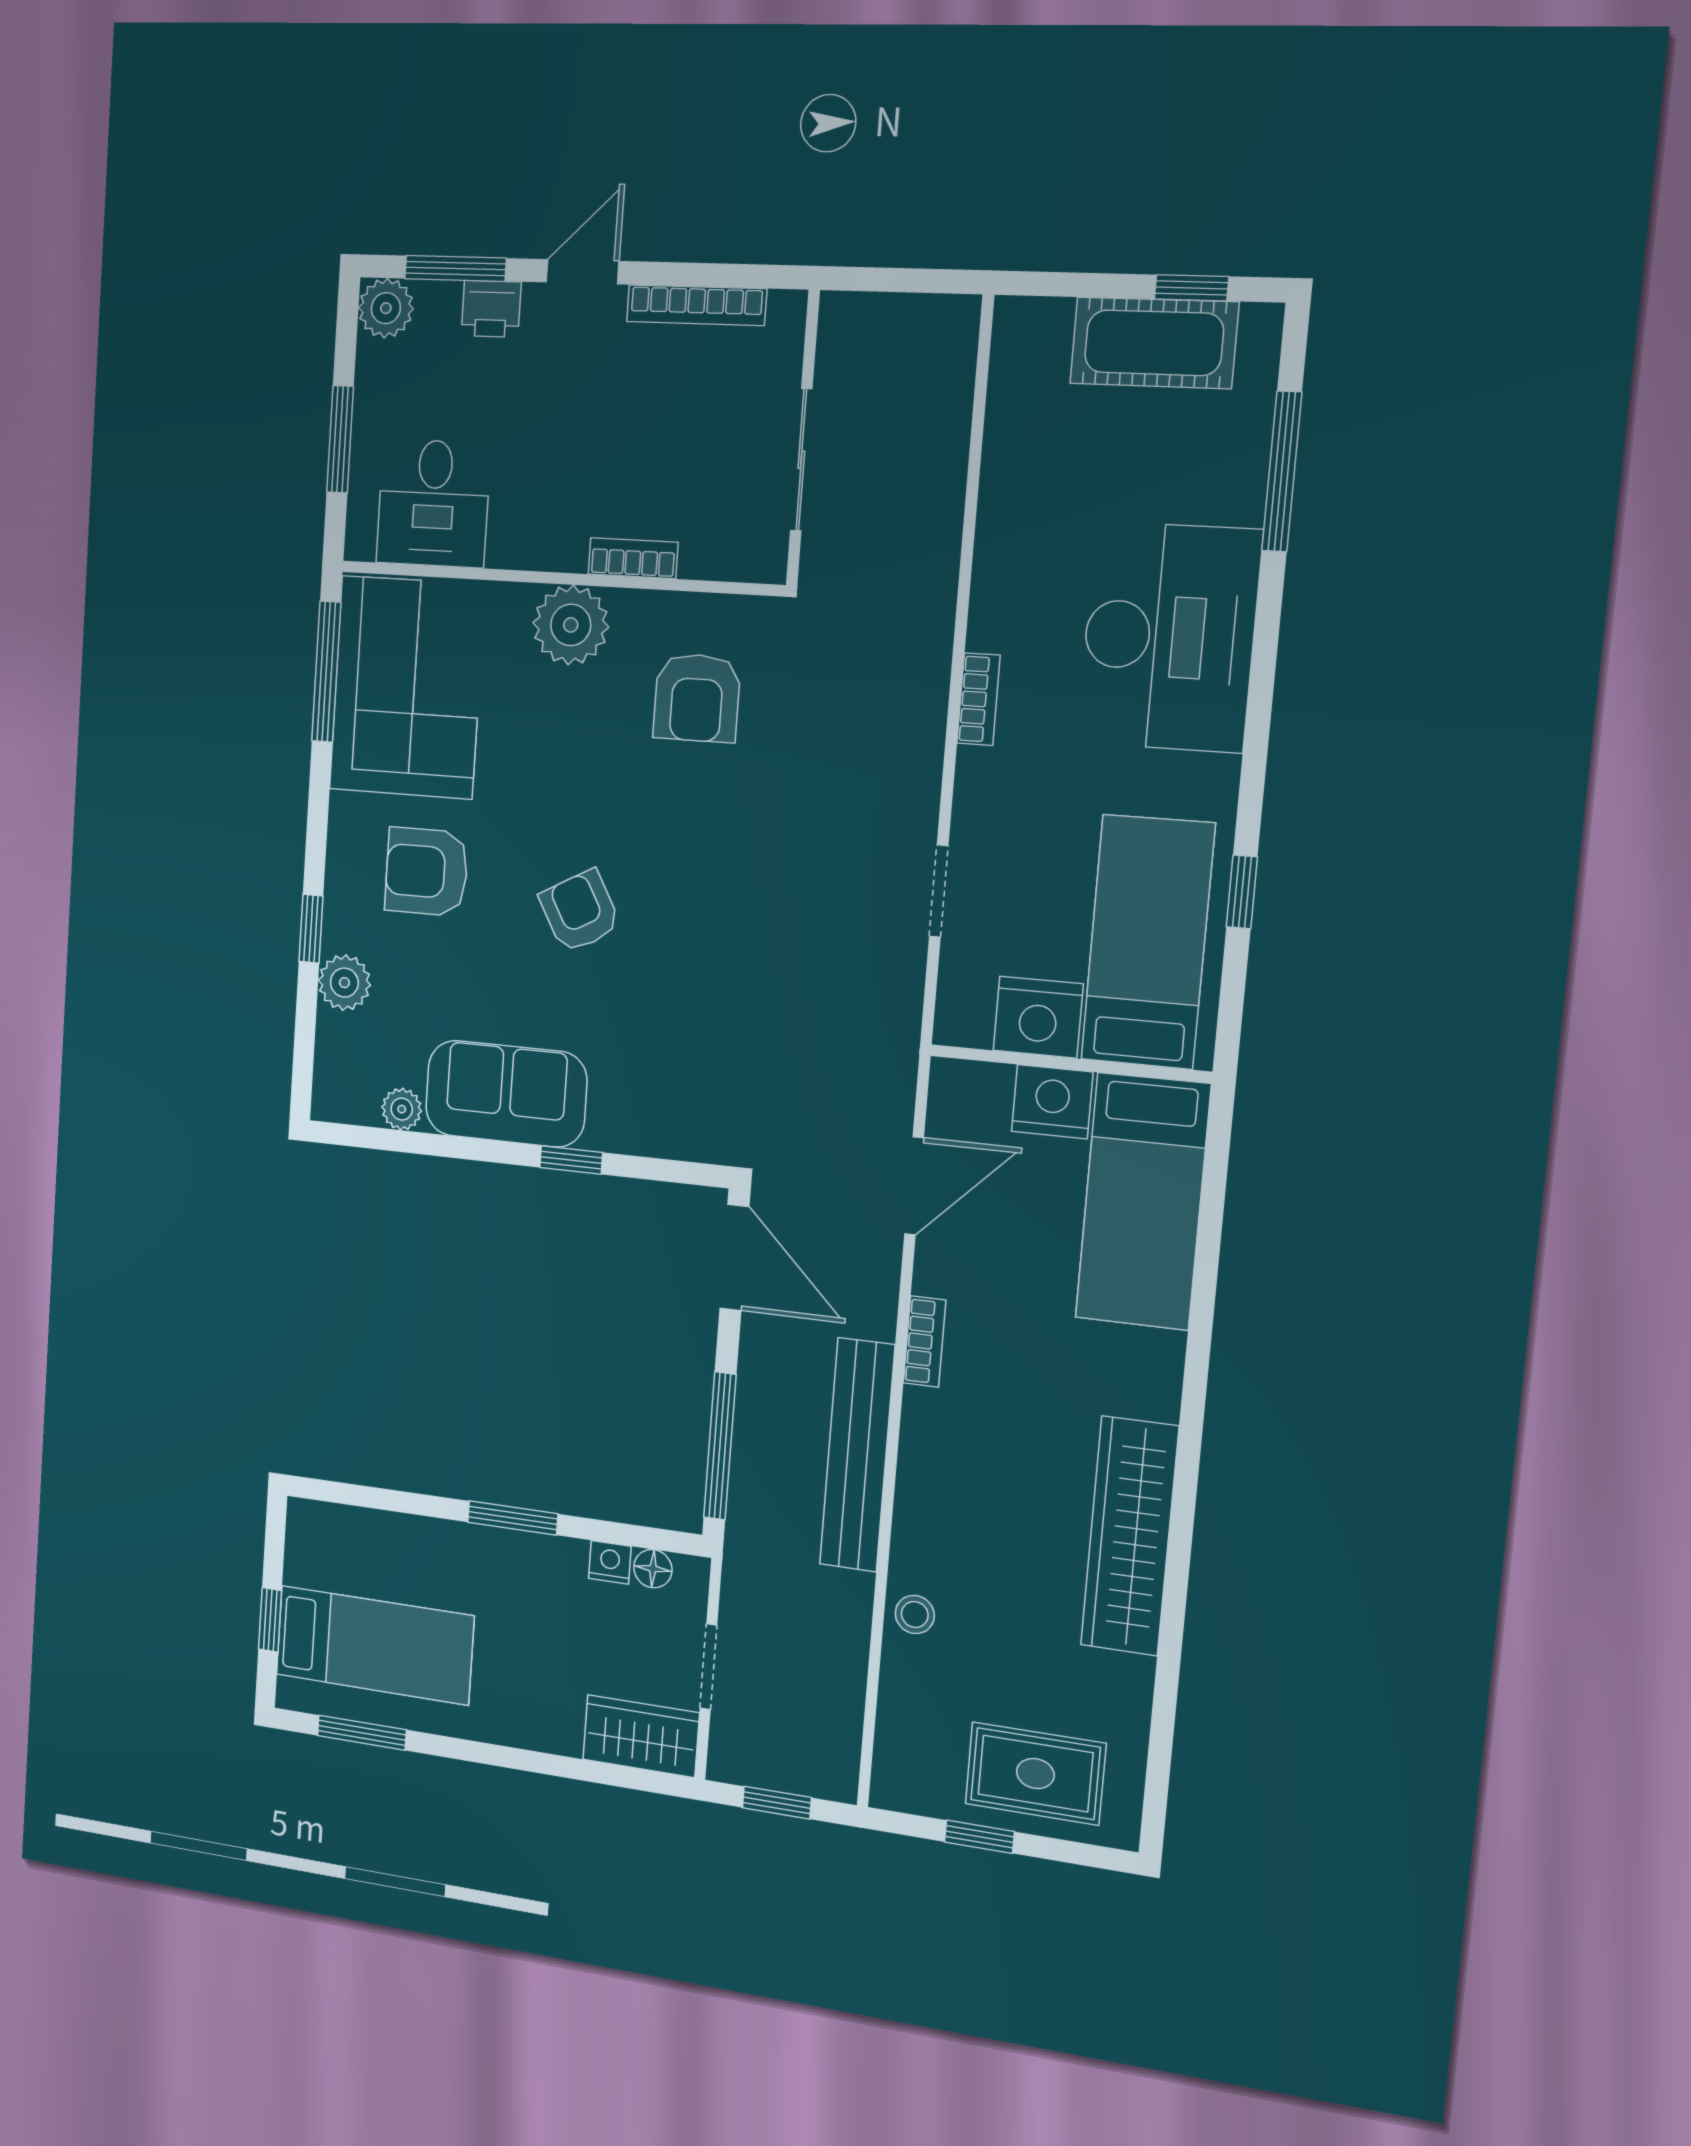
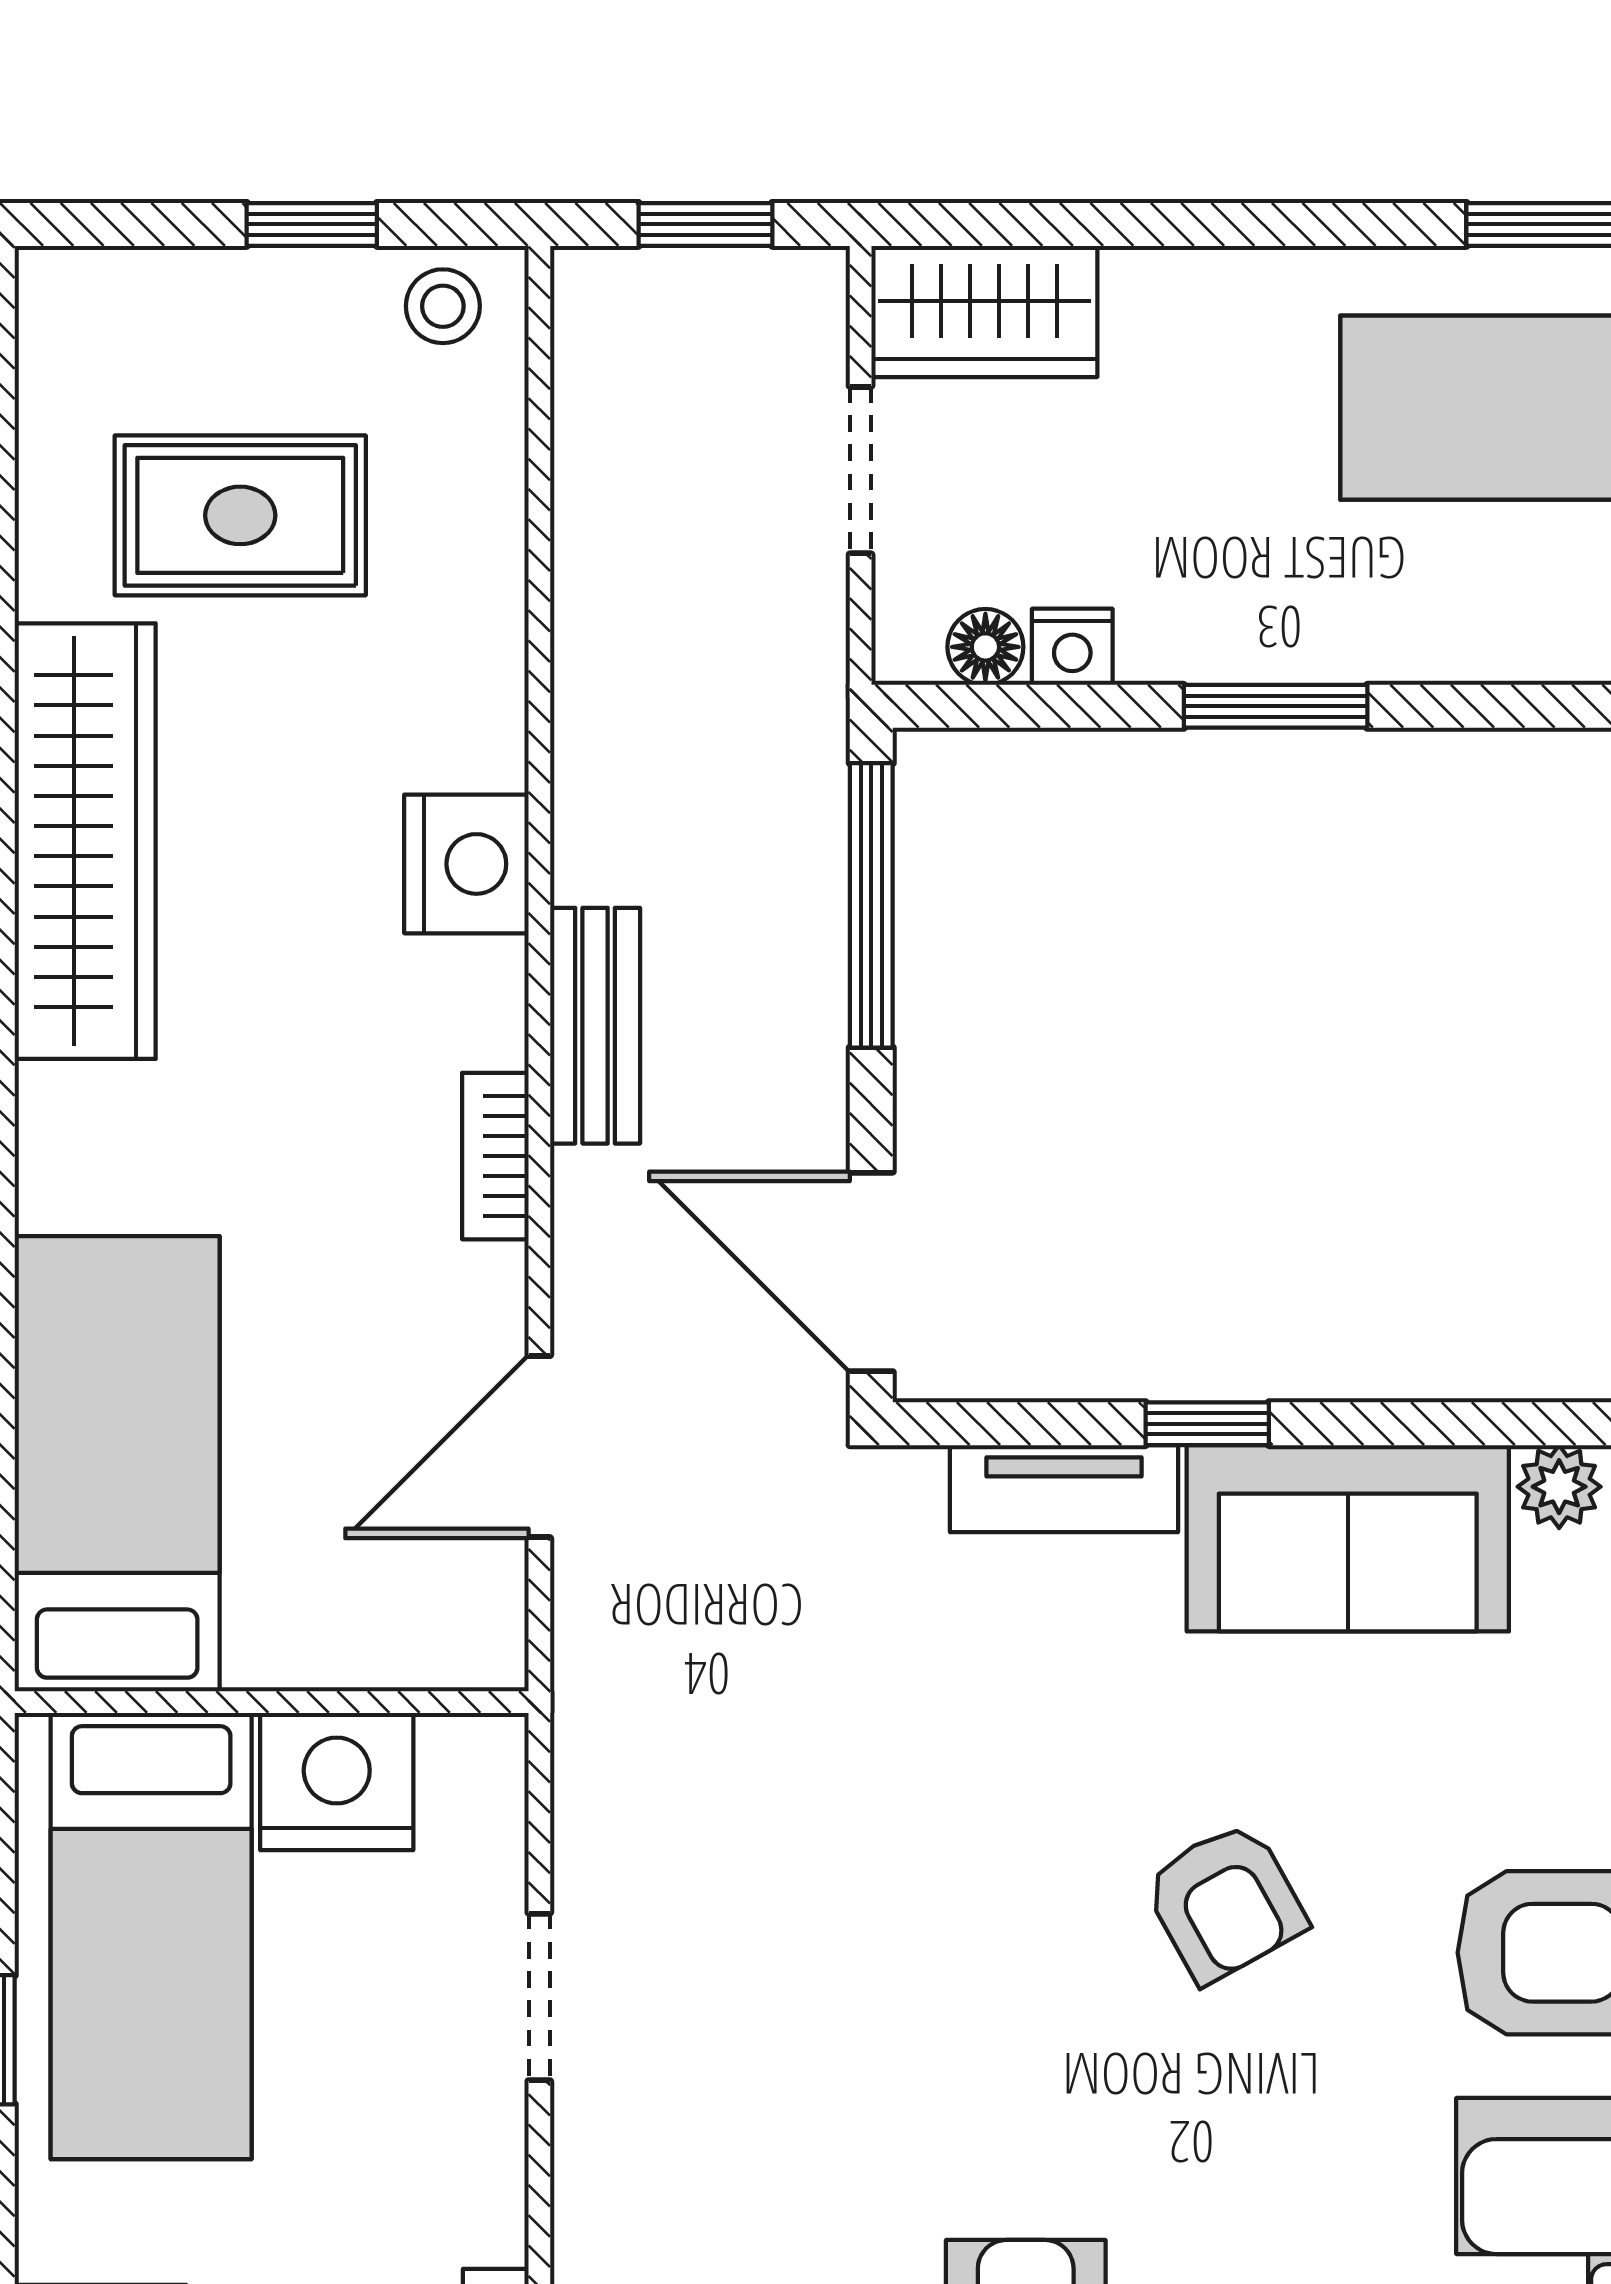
nightstand: (1052, 1102) -> (466, 864), moved, turned -90
tv unit: (645, 1134) -> (1064, 1489), added
bench: (857, 1455) -> (595, 1026), width x0.54, depth x0.82
stool: (915, 1614) -> (443, 306), moved
rug: (1035, 1774) -> (240, 515), moved

